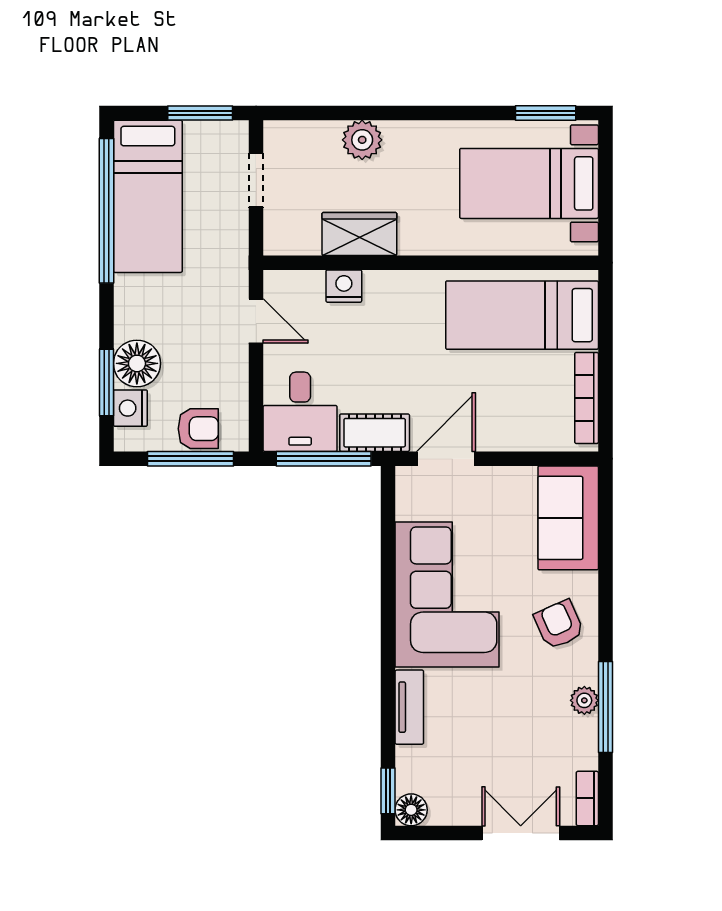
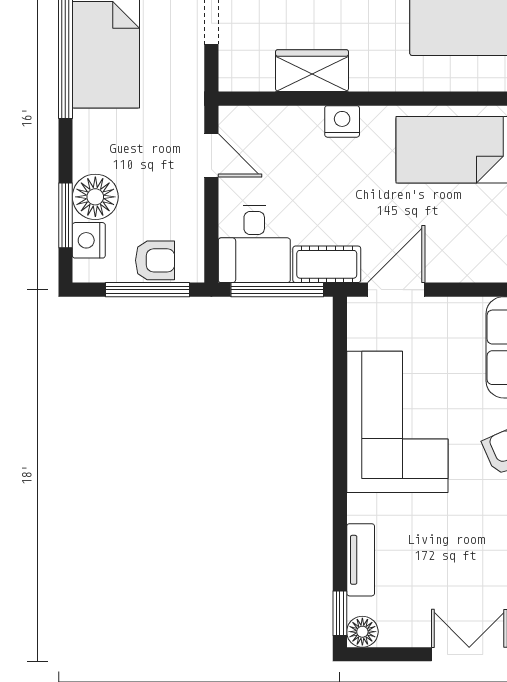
nightstand: (344, 286) -> (342, 121), moved
tv unit: (409, 707) -> (361, 560), moved

